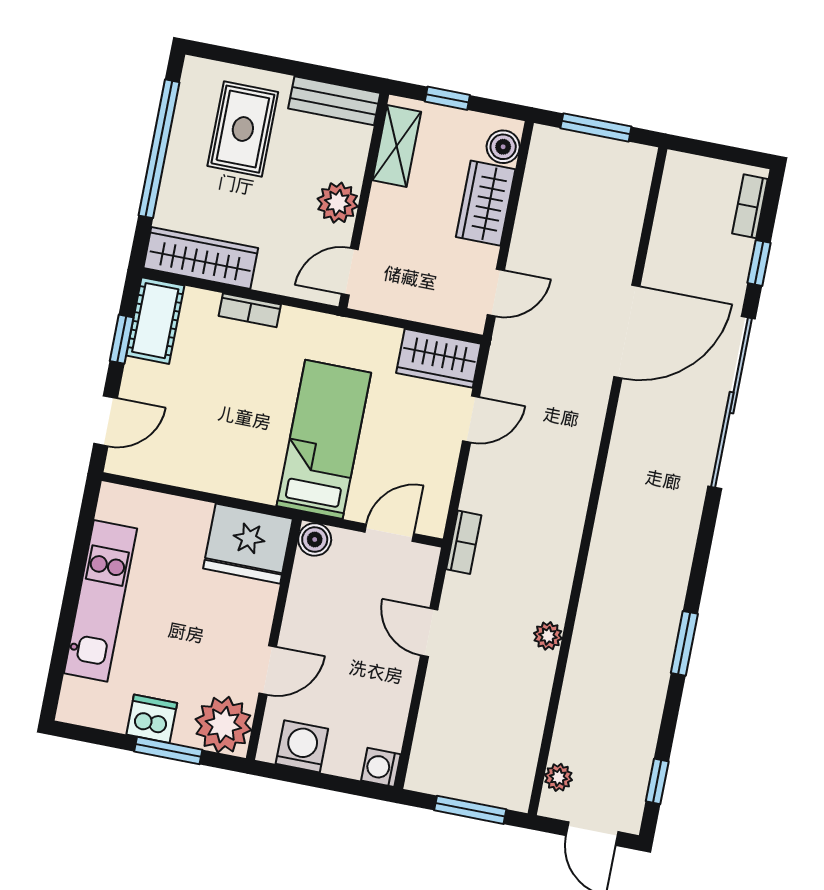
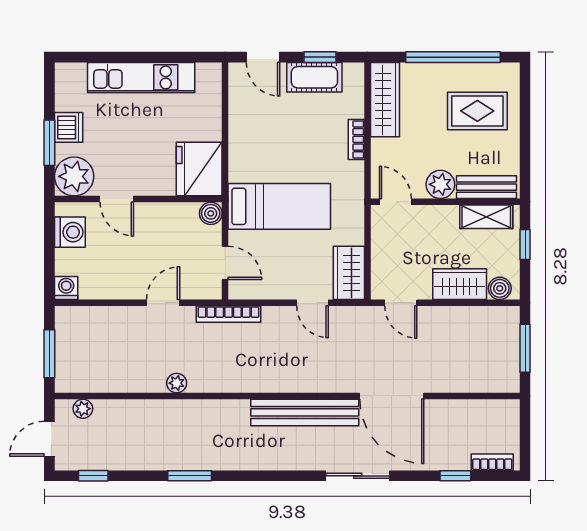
bench: (334, 101) -> (487, 187), moved, turned 90
cot: (155, 321) -> (314, 77), moved
sliding door: (732, 403) -> (358, 476), width x0.54
bench: (626, 461) -> (305, 412), added
bookcase: (464, 542) -> (229, 314), width x1.56

